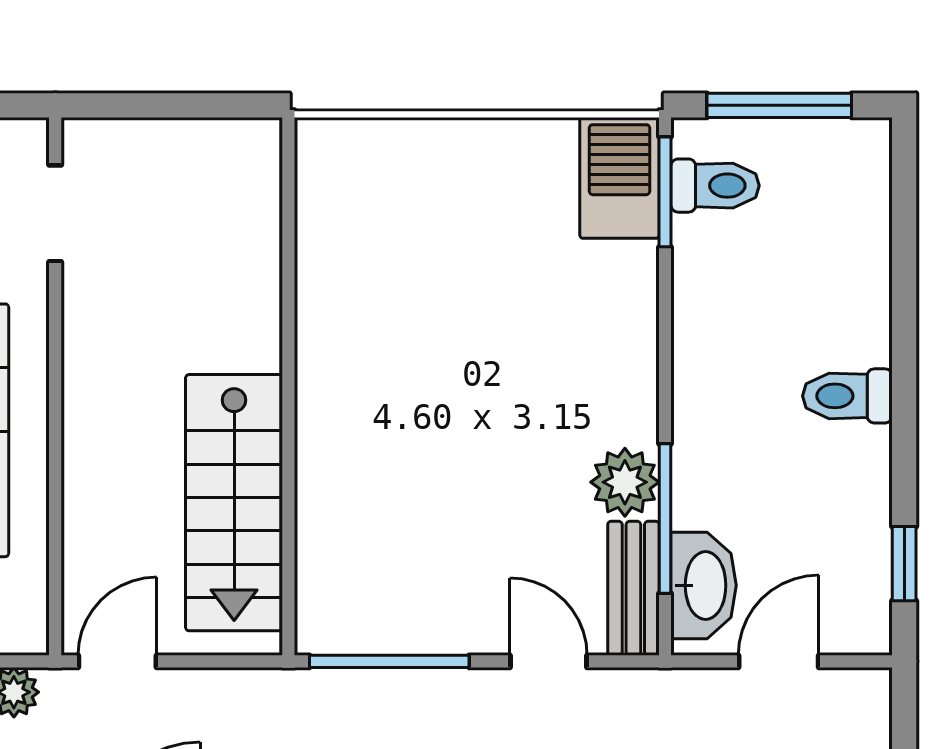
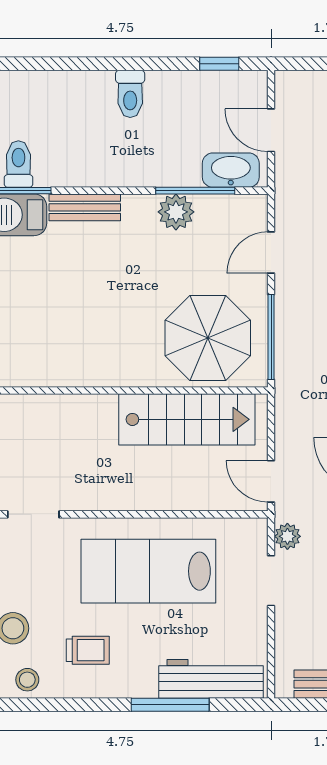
parasol: (387, 542) -> (208, 338), added
bench: (633, 588) -> (85, 207), moved

